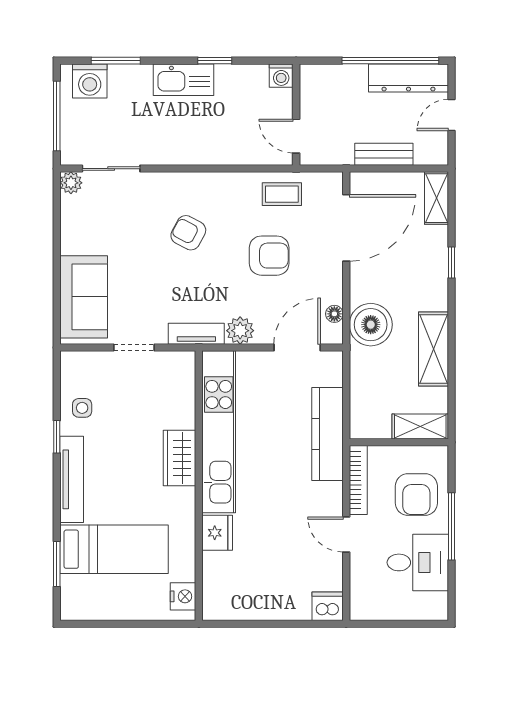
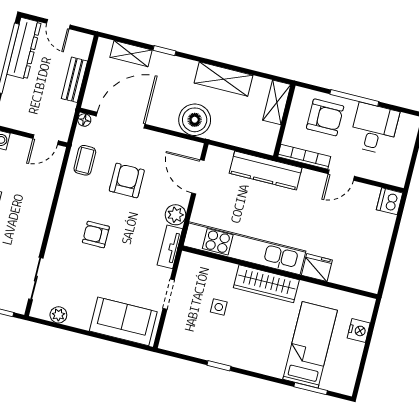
plant: (71, 183) -> (58, 315), moved
shelving: (436, 198) -> (131, 54), moved
door: (346, 228) -> (121, 120), hinge flipped
armchair: (188, 233) -> (96, 235), turned 62
floor lamp: (334, 314) -> (84, 120), moved
side table: (82, 408) -> (219, 307), moved
wardrobe: (179, 458) -> (266, 284), width x1.50
tv unit: (72, 479) -> (252, 363), removed
nightstand: (183, 596) -> (359, 331), moved, turned 90

